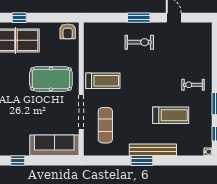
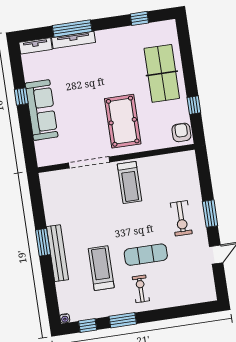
window: (19, 18) -> (194, 105), moved
armchair: (68, 31) -> (181, 132), turned 90
treadmill: (171, 115) -> (101, 268), turned 180
exercise mat: (105, 125) -> (146, 255), moved
sofa: (54, 145) -> (42, 110), moved

